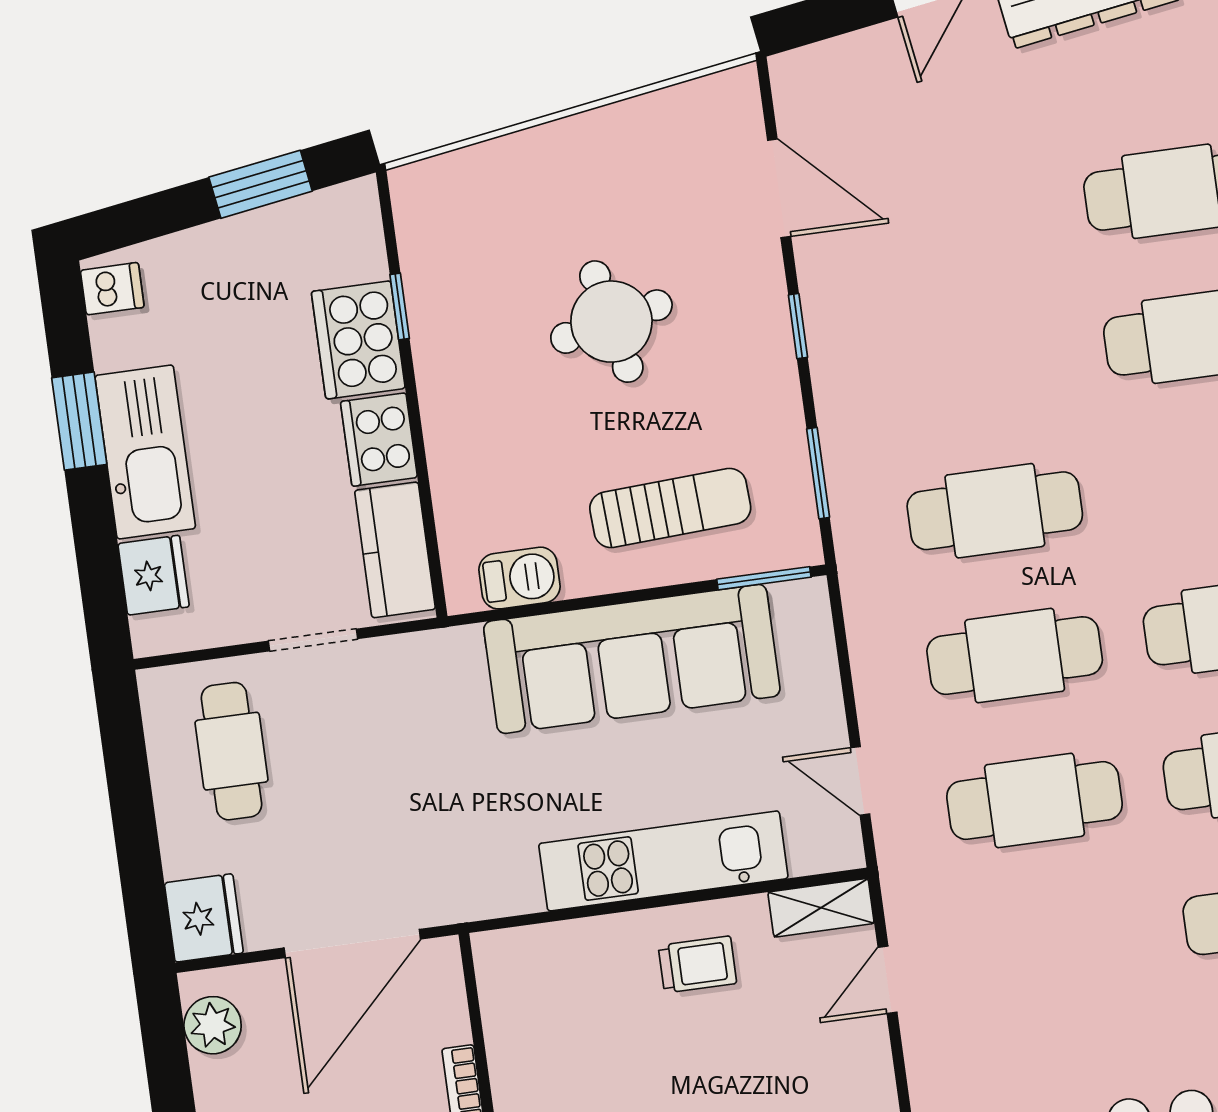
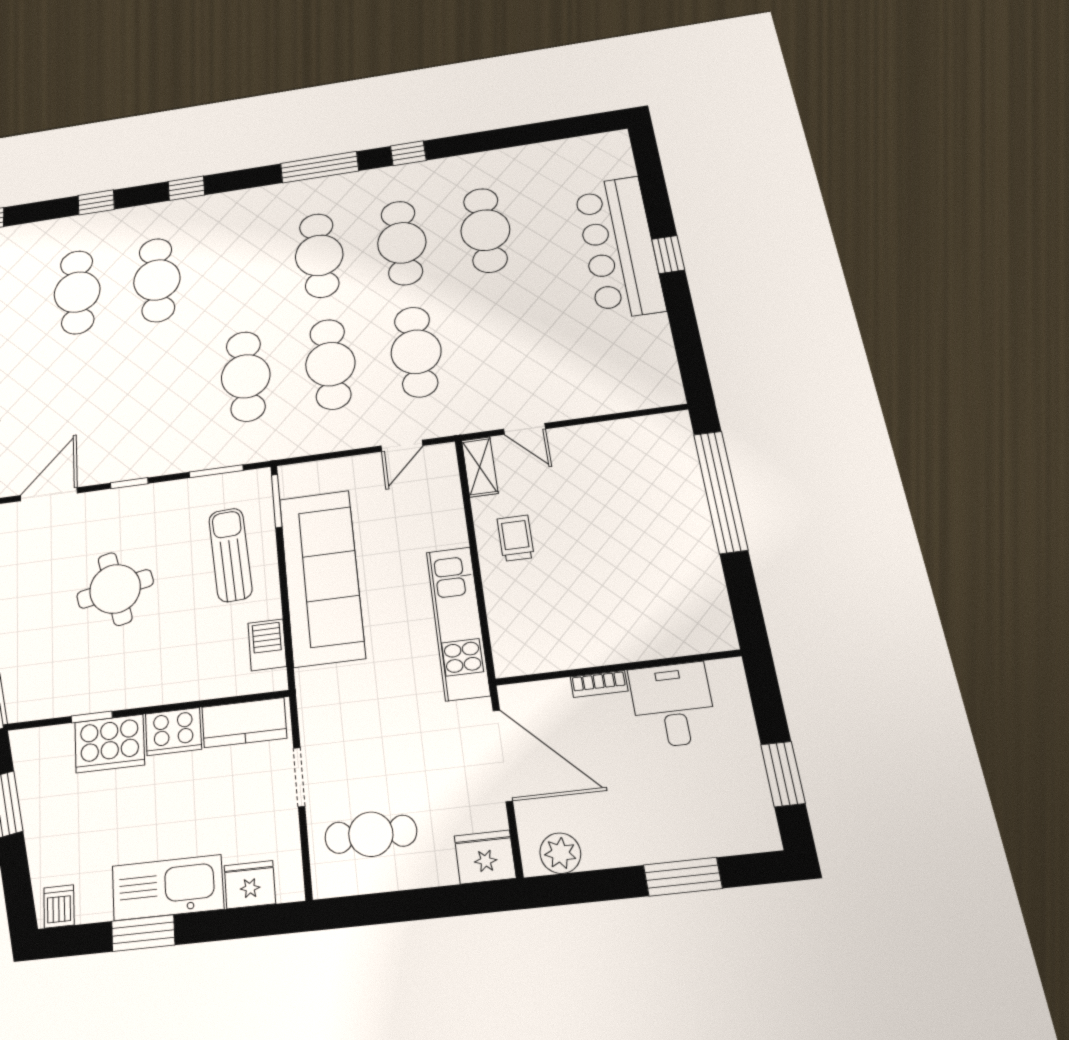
kitchen unit: (663, 861) -> (458, 623), moved

